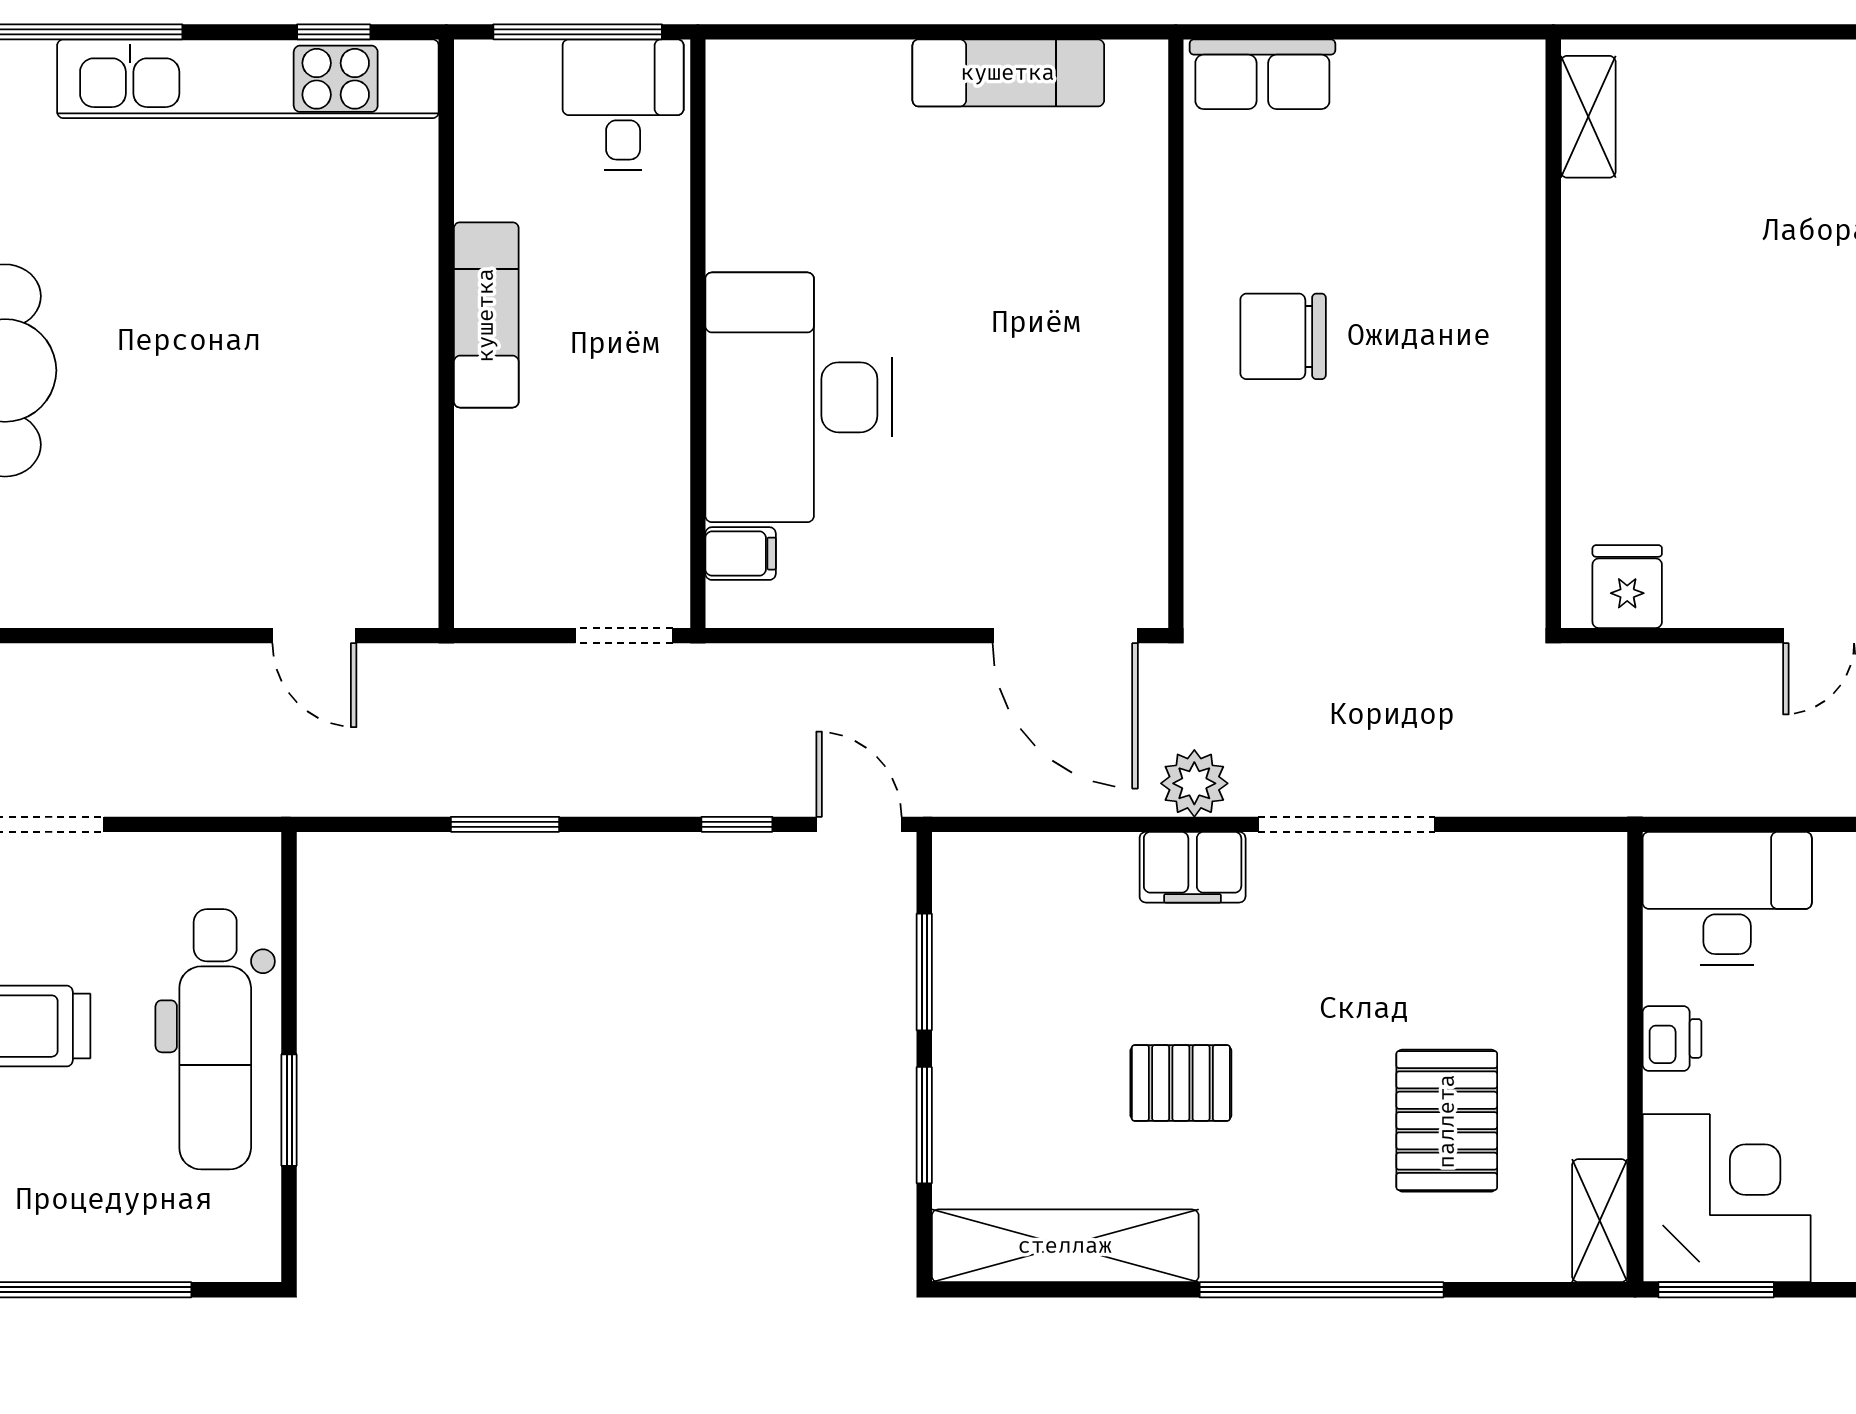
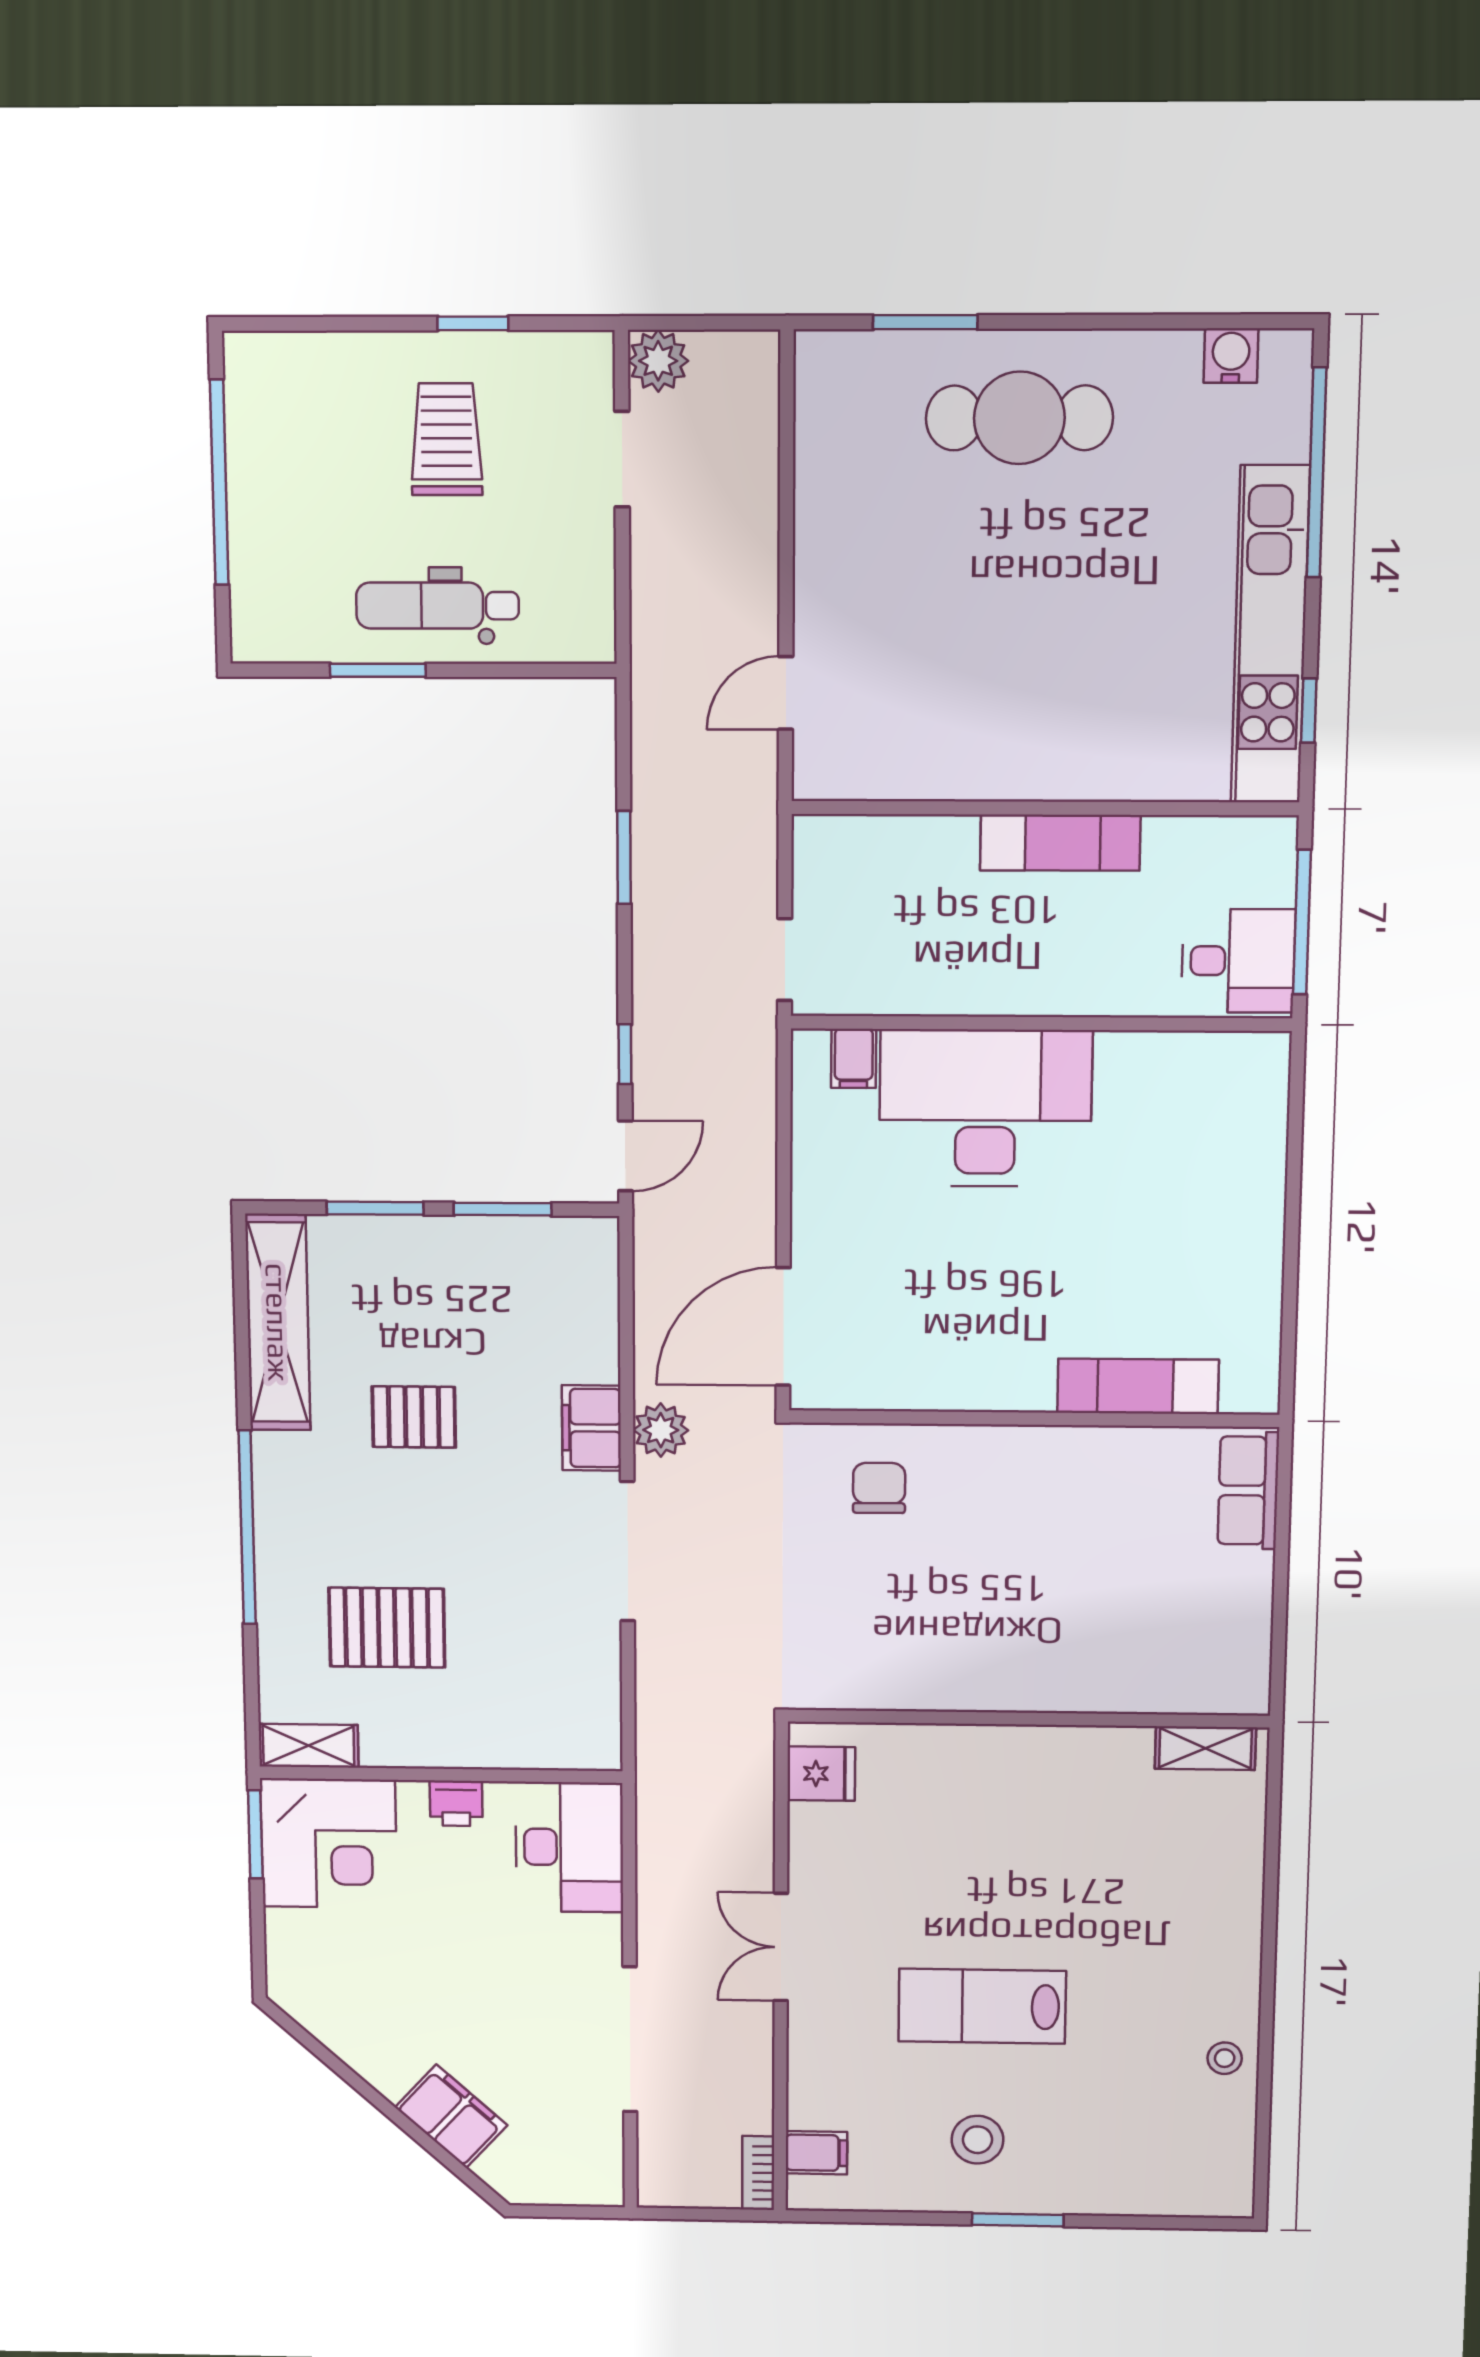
exam couch: (1008, 73) -> (1138, 1386), moved, turned 90
chair: (1283, 336) -> (879, 1488), moved, width x0.73, depth x0.73
dental chair: (215, 1039) -> (437, 606), width x0.73, depth x0.72
pallet: (1181, 1083) -> (414, 1417), turned 90

